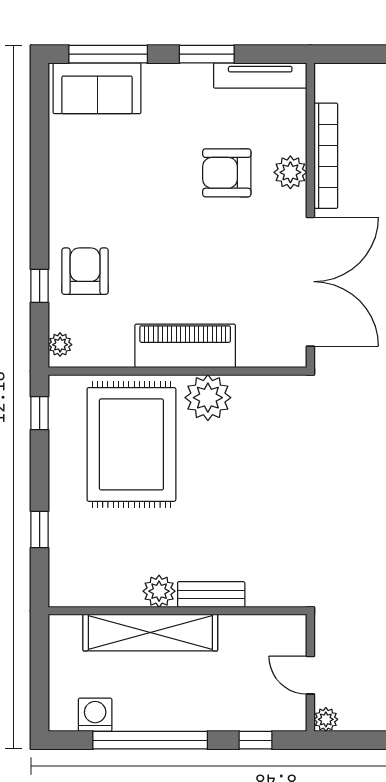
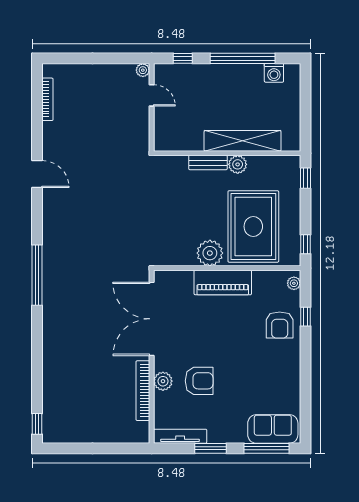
plant: (159, 591) -> (238, 164), moved
bench: (211, 594) -> (208, 163), moved
wall: (178, 611) -> (227, 153), moved
shelving: (150, 633) -> (243, 141), moved

